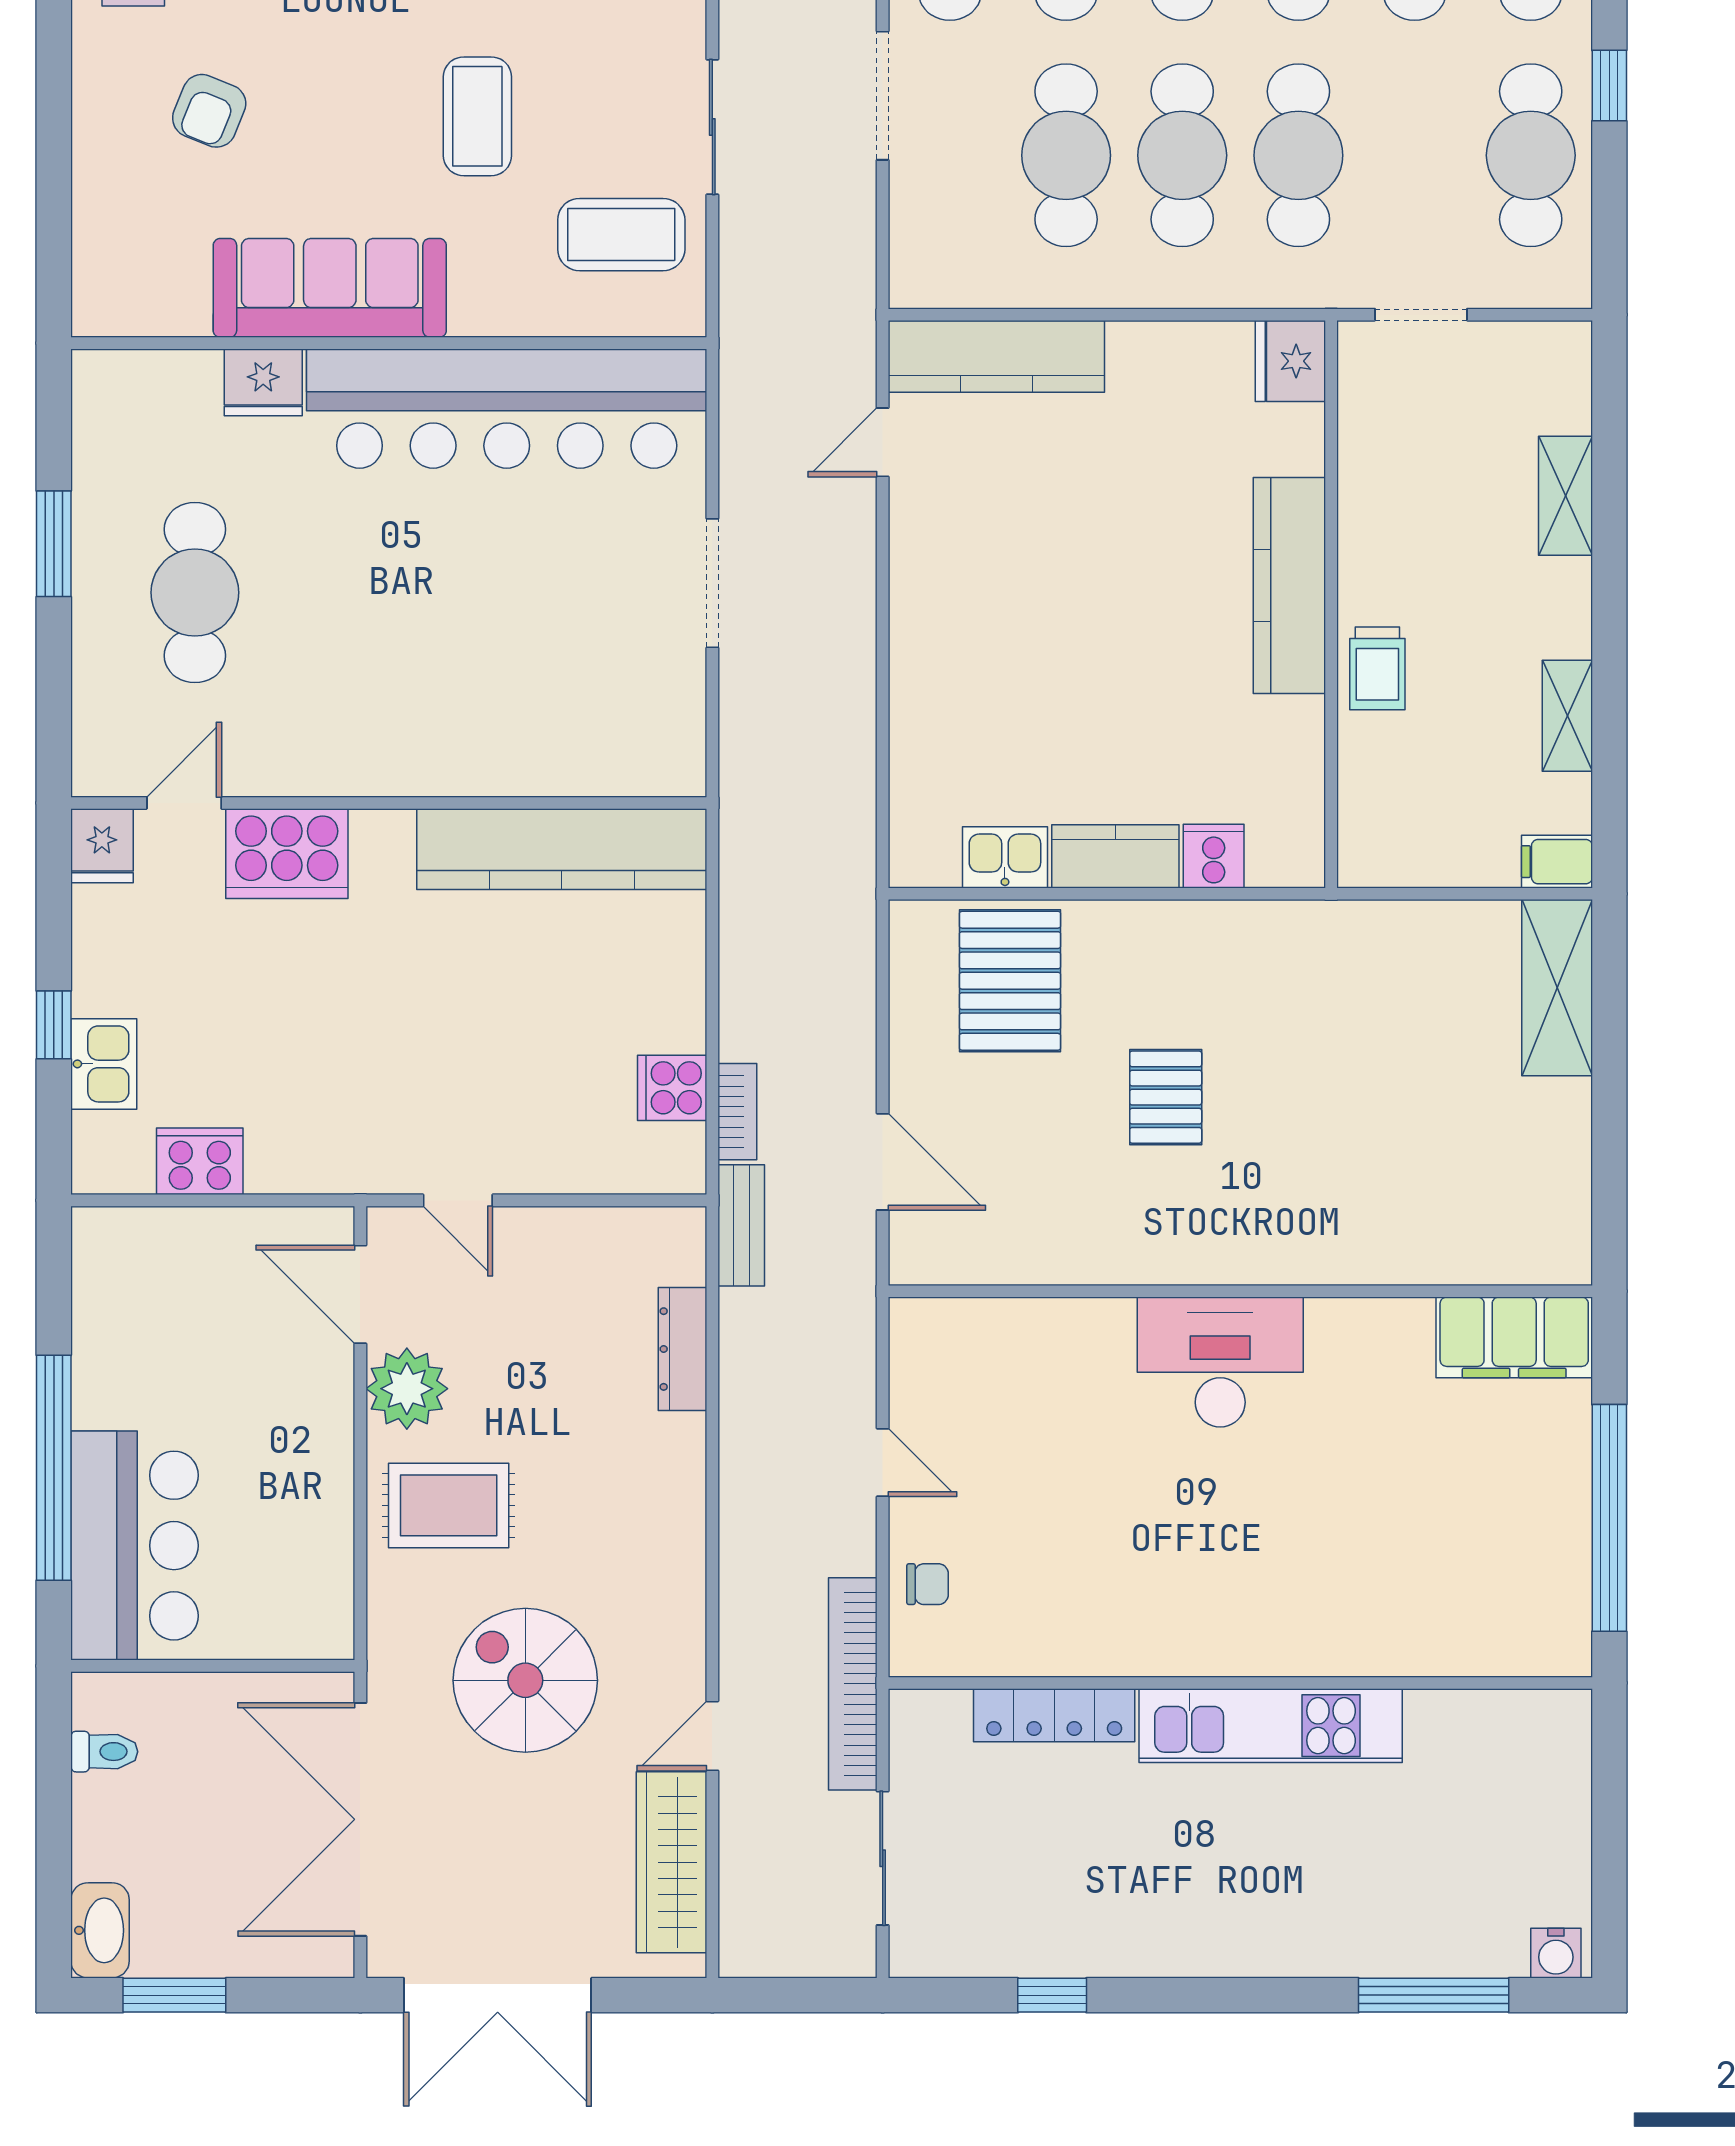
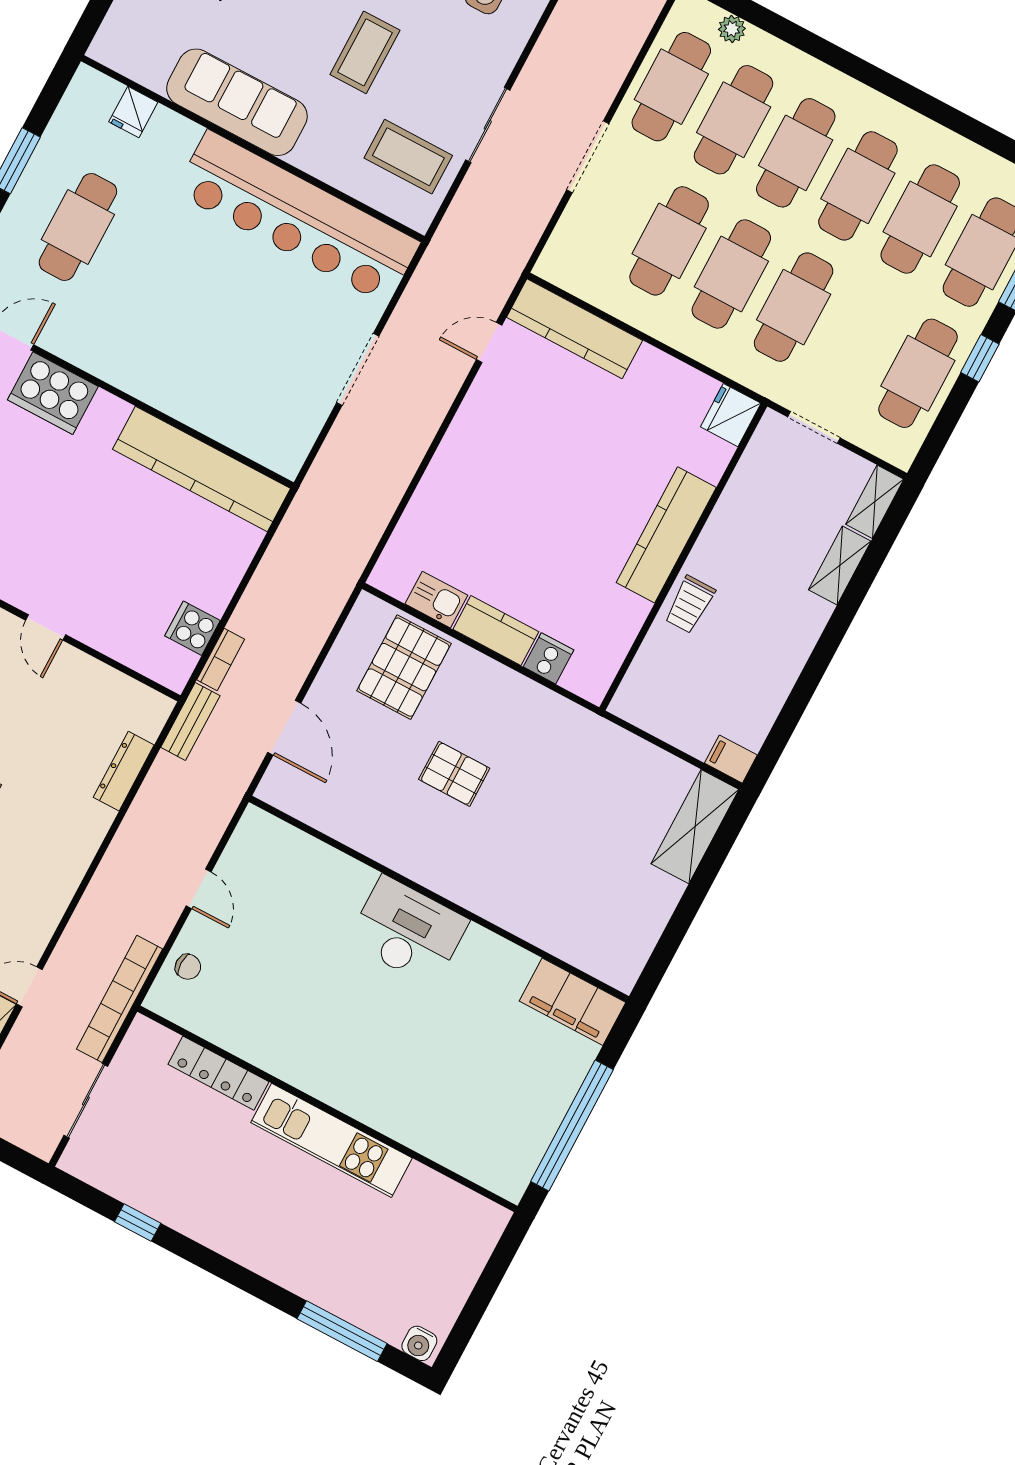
fridge: (263, 382) -> (133, 112), moved, width x0.72
shelving: (1567, 716) -> (875, 502), moved
pallet: (1166, 1097) -> (454, 774), turned 90

